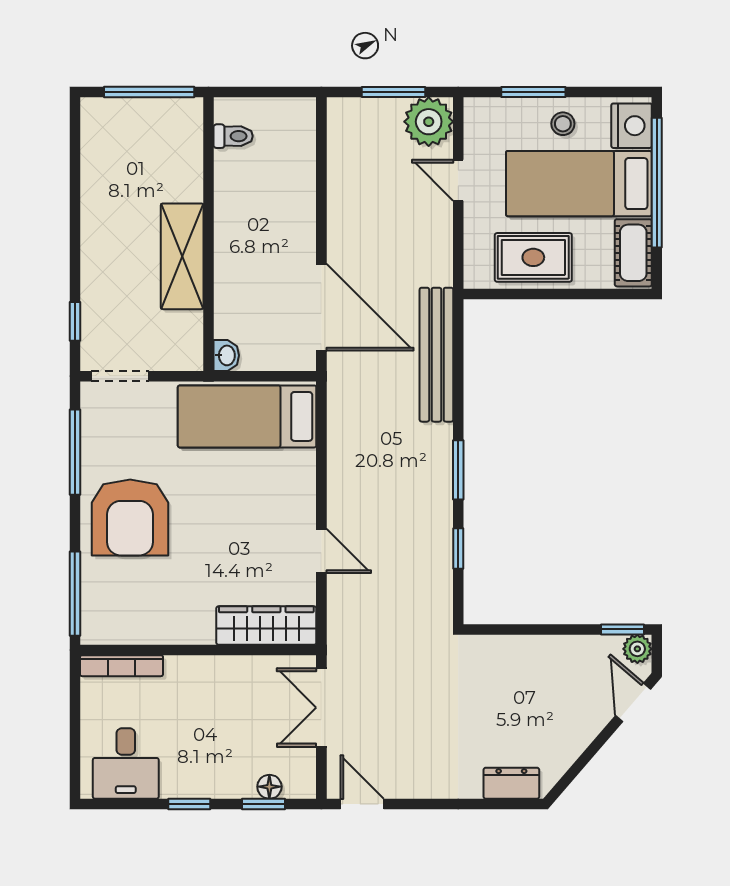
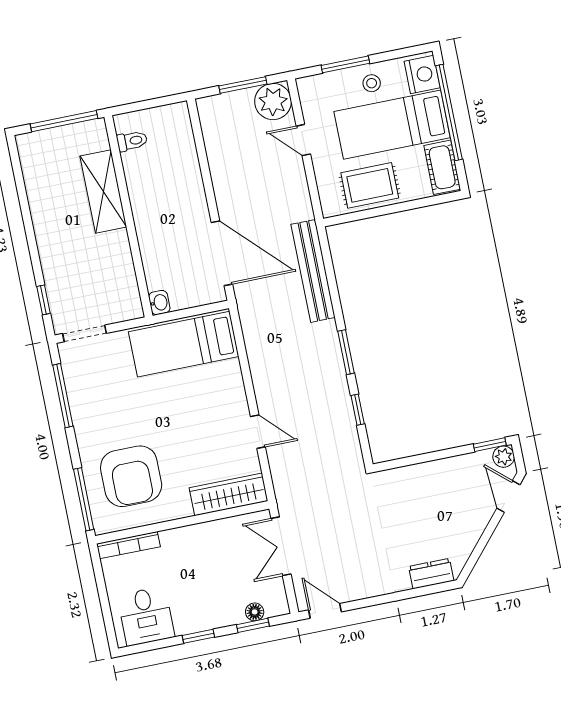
shelving: (182, 256) -> (103, 192), moved
armchair: (130, 518) -> (131, 476), moved

